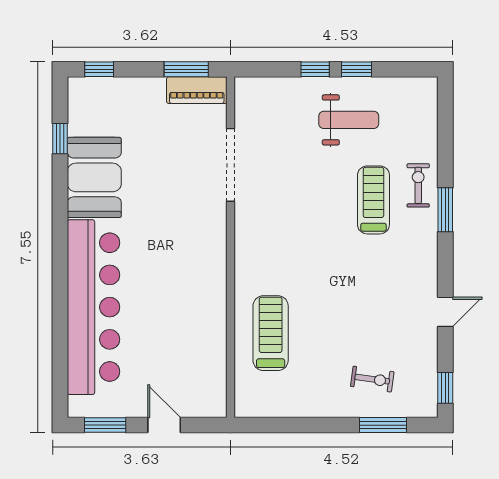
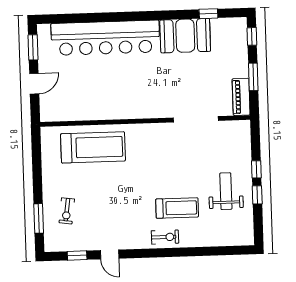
window: (186, 69) -> (253, 77), moved
weight bench: (349, 120) -> (226, 191), turned 180
exercise bike: (418, 185) -> (165, 237), moved
window: (445, 210) -> (173, 252), removed
treadmill: (271, 333) -> (93, 147), width x1.37, depth x1.38
window: (445, 388) -> (77, 256), moved

